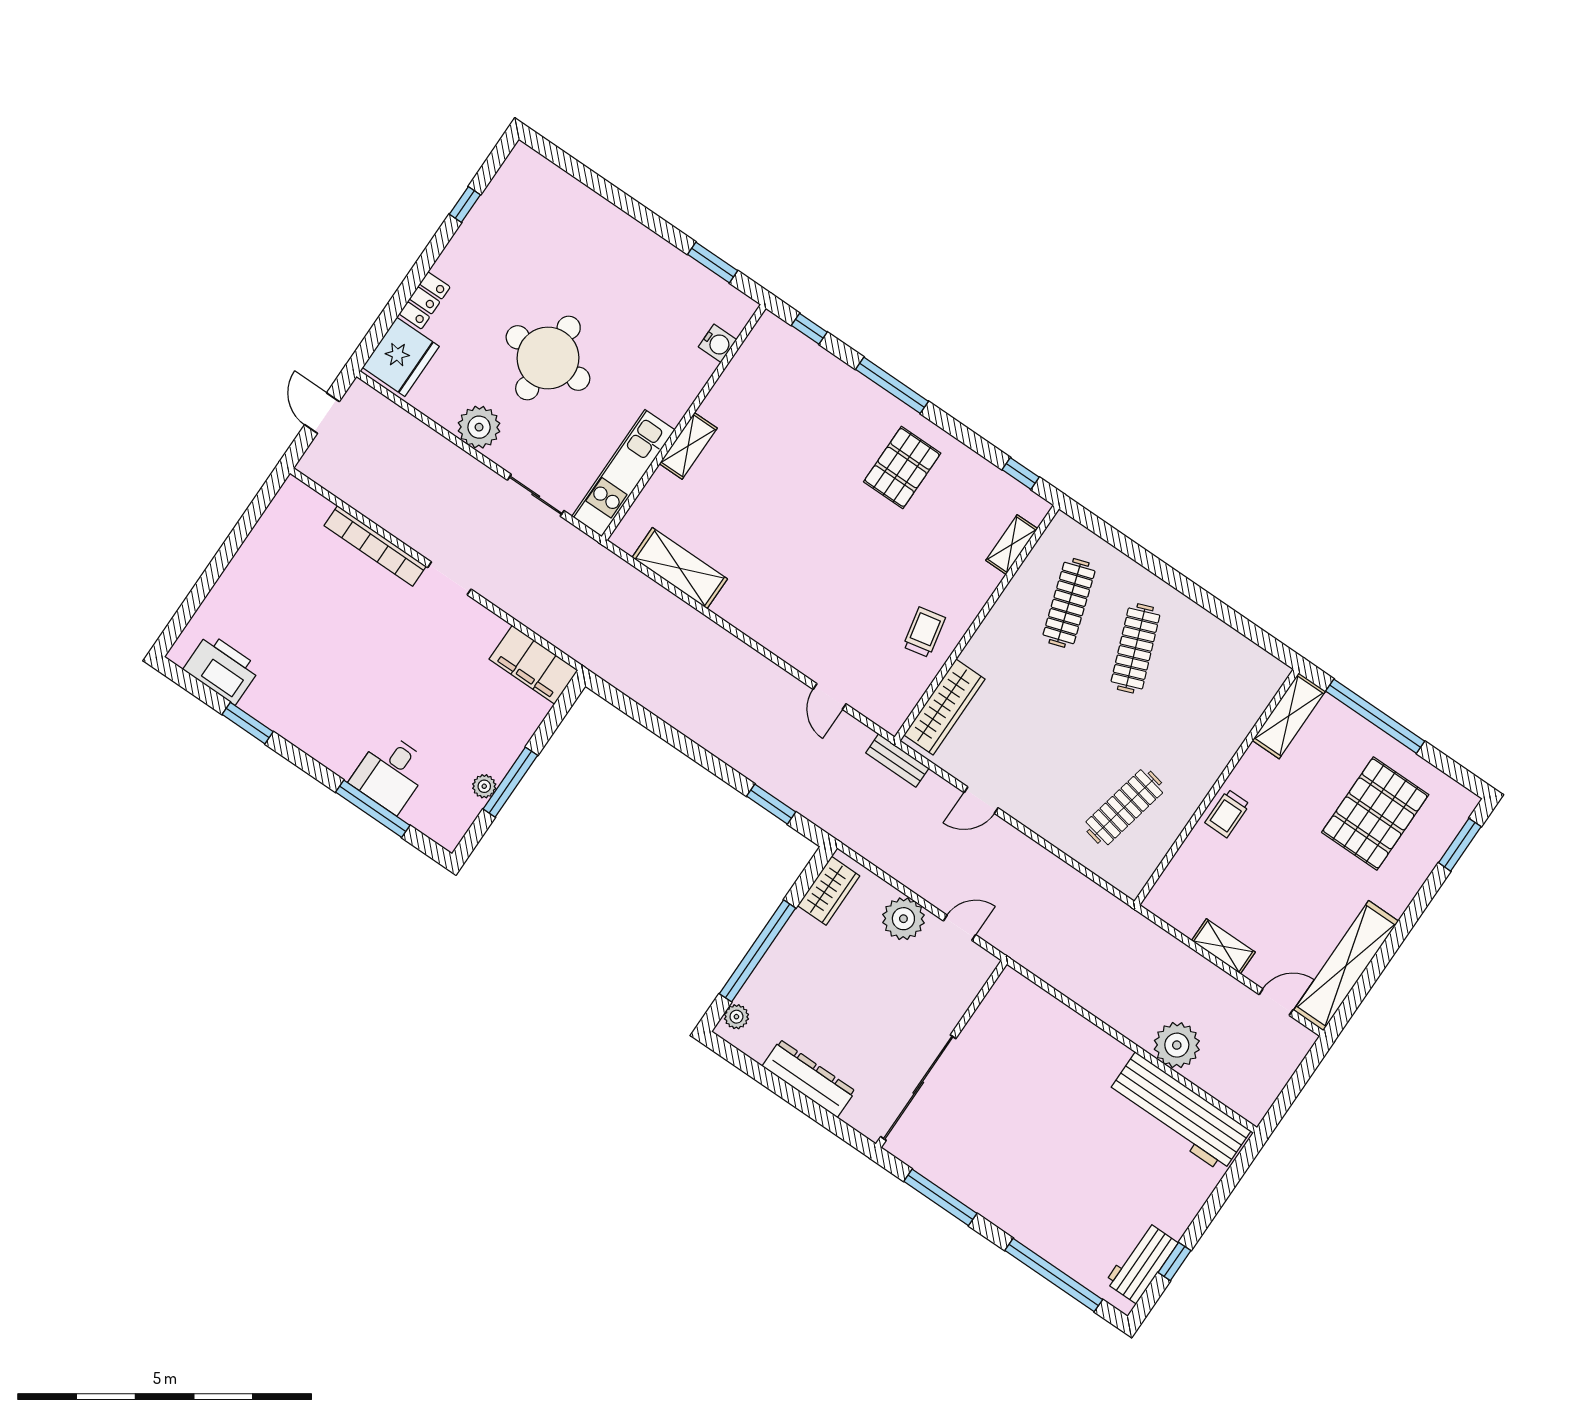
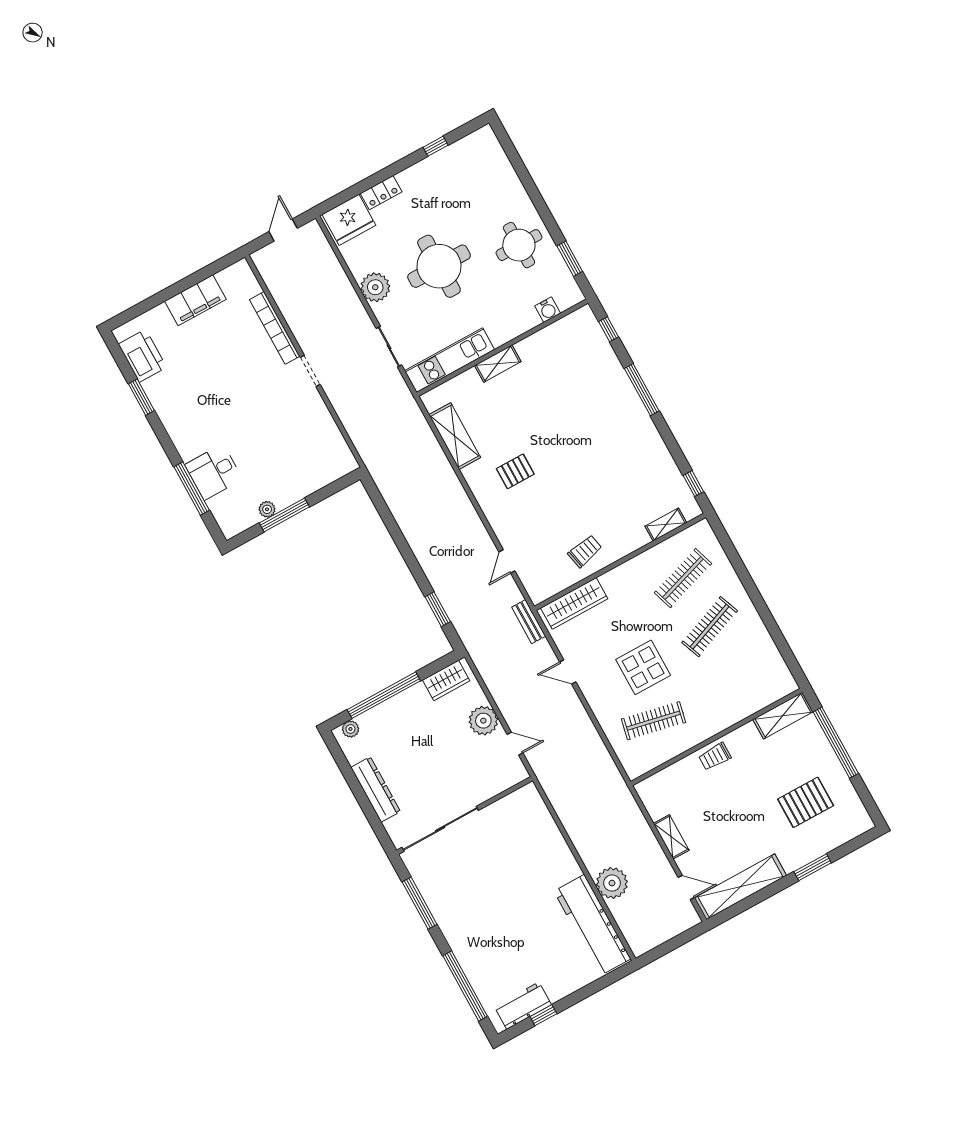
round table: (638, 278) -> (519, 245), added
pallet: (902, 467) -> (515, 471), moved, width x0.67, depth x0.71
filing cabinet: (534, 665) -> (195, 300), moved, turned -90
display table: (1076, 745) -> (643, 667), added
pallet: (1375, 813) -> (806, 802), width x0.73, depth x0.71
window: (1460, 845) -> (813, 867), moved

